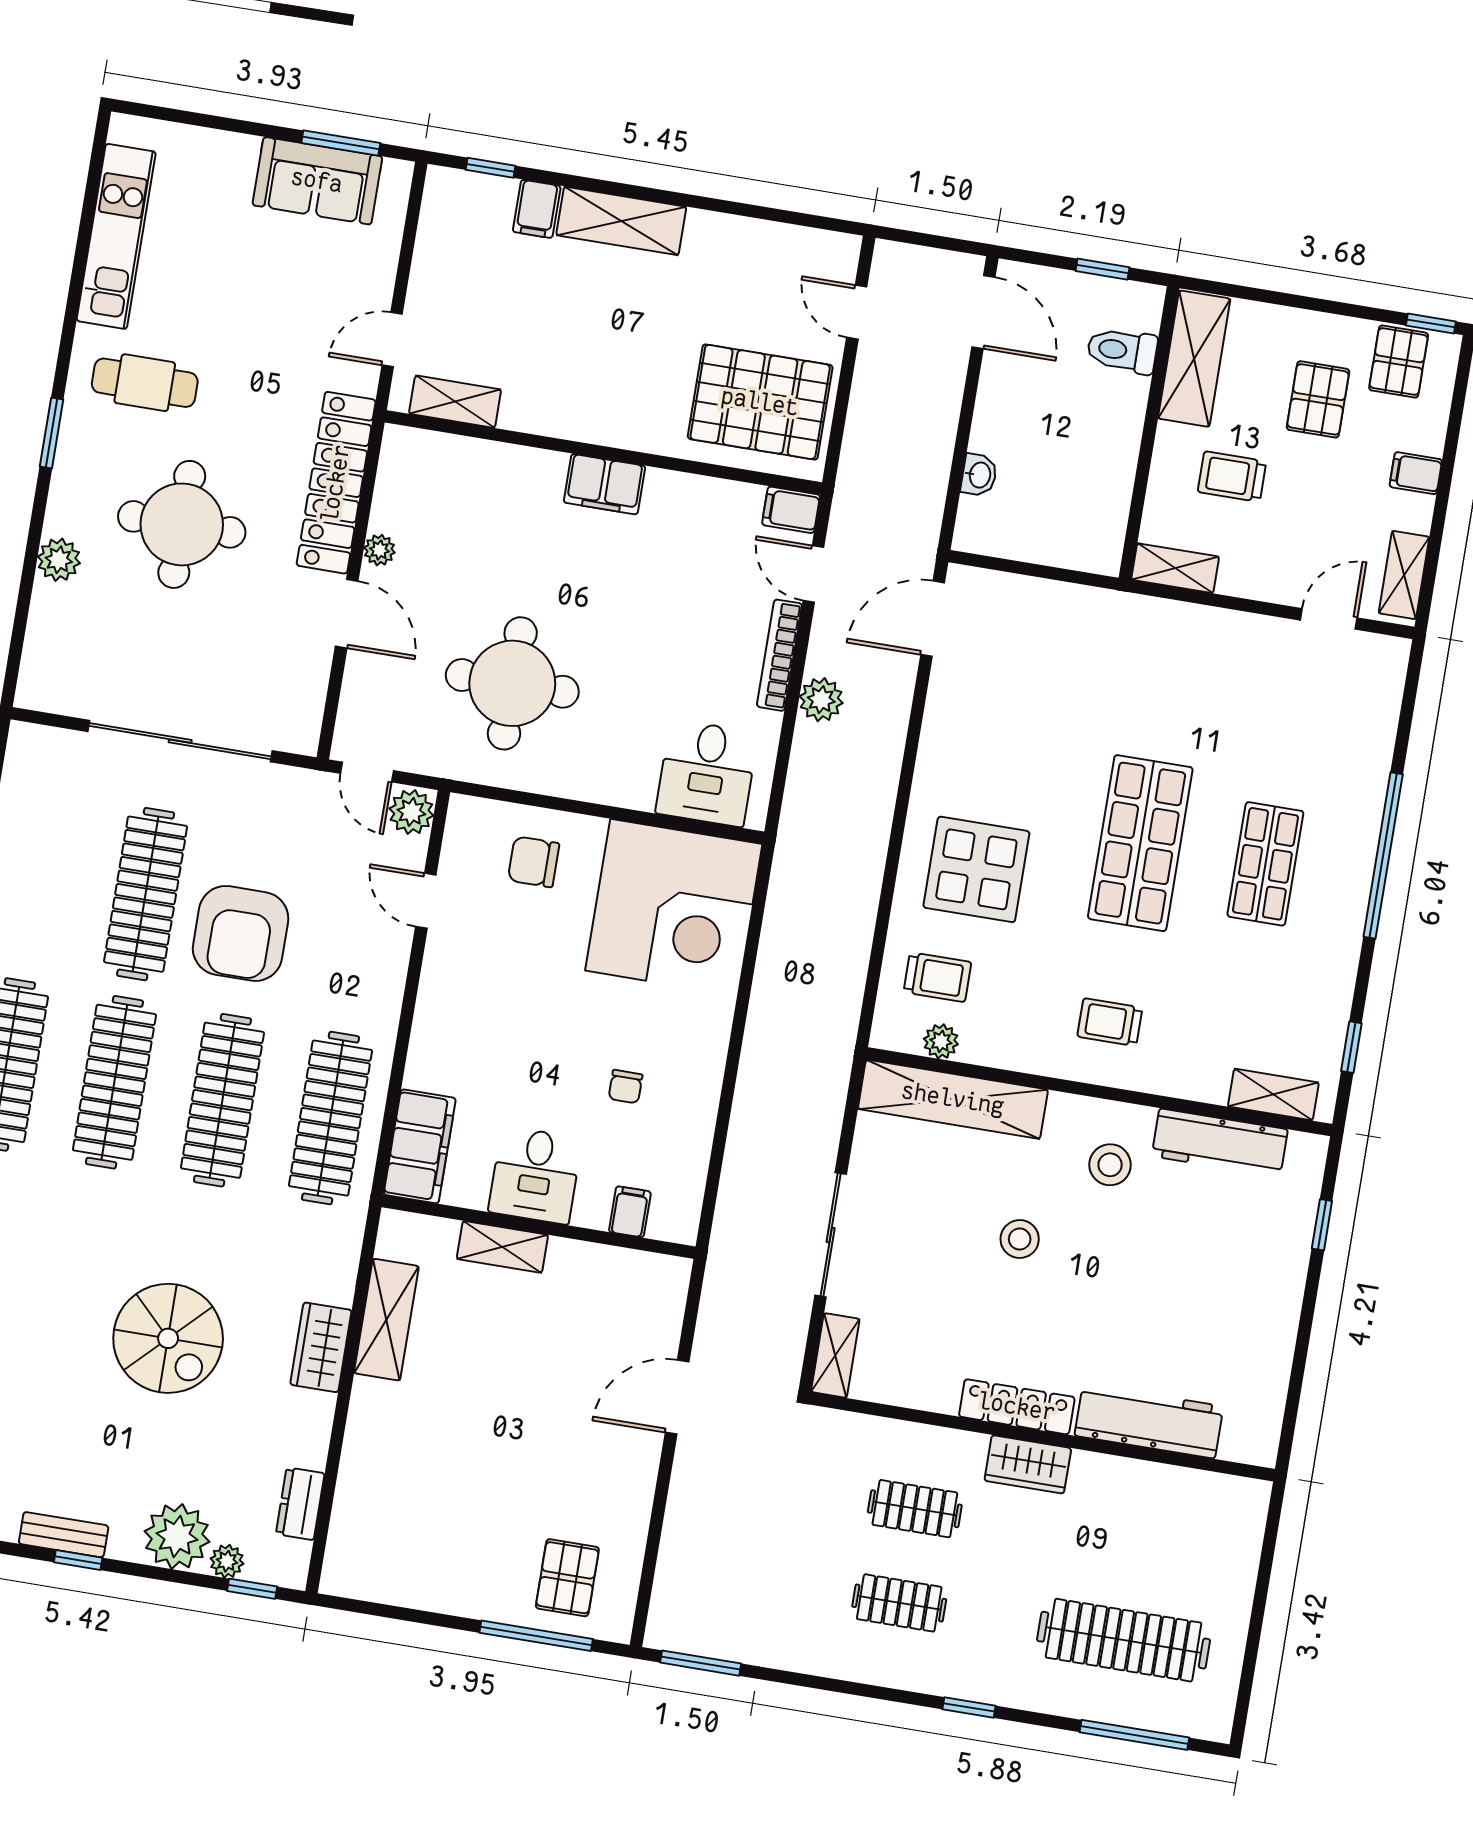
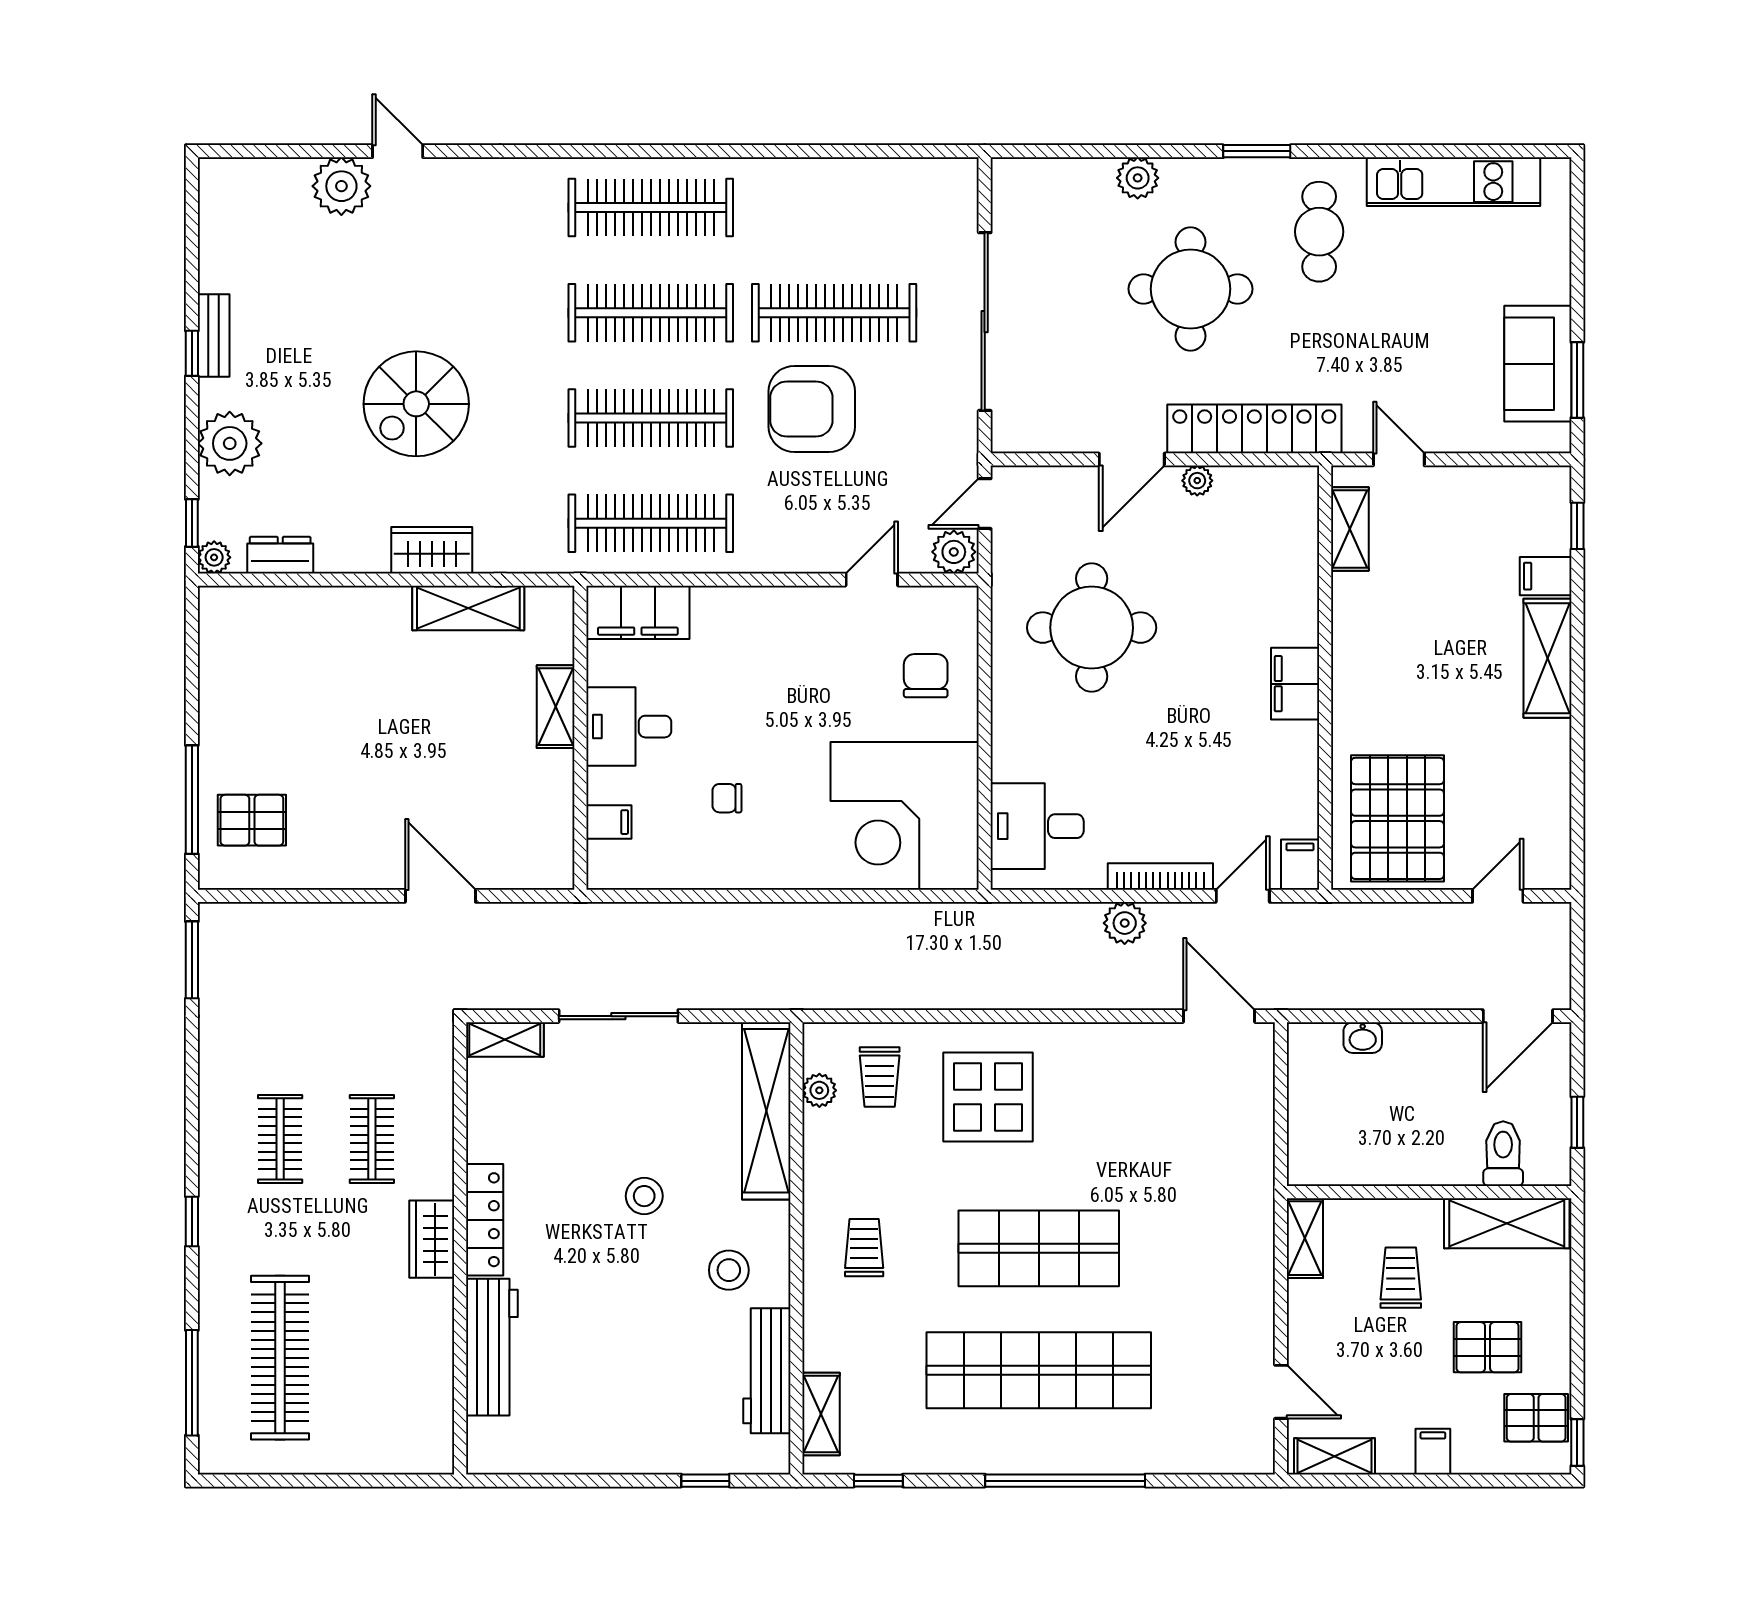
shop shelf: (1265, 864) -> (1039, 1370), width x2.00, depth x1.36
plant: (227, 1561) -> (214, 557), moved

